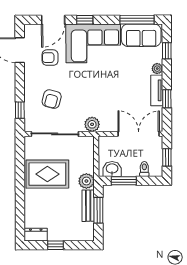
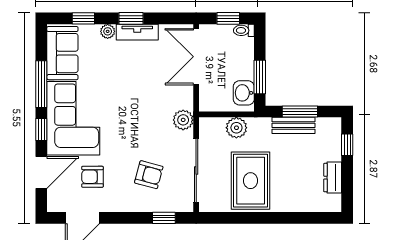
door: (53, 20) -> (41, 172), hinge flipped
window: (137, 20) -> (41, 84), moved
armchair: (50, 58) -> (92, 177), turned 90
window: (167, 99) -> (131, 18), moved
toilet: (144, 169) -> (244, 30), moved
plant: (86, 181) -> (236, 128), moved
dresser: (36, 235) -> (333, 178), moved
window: (56, 245) -> (347, 145), moved

